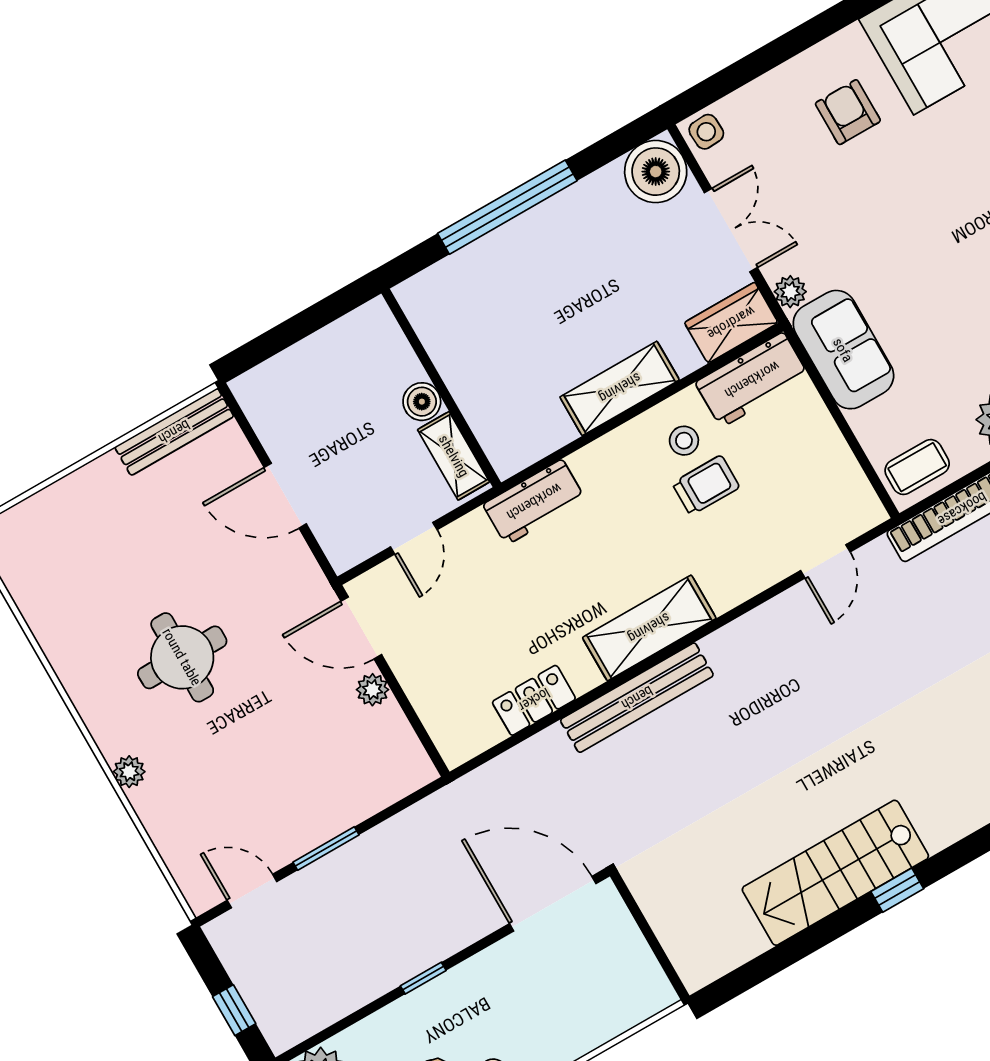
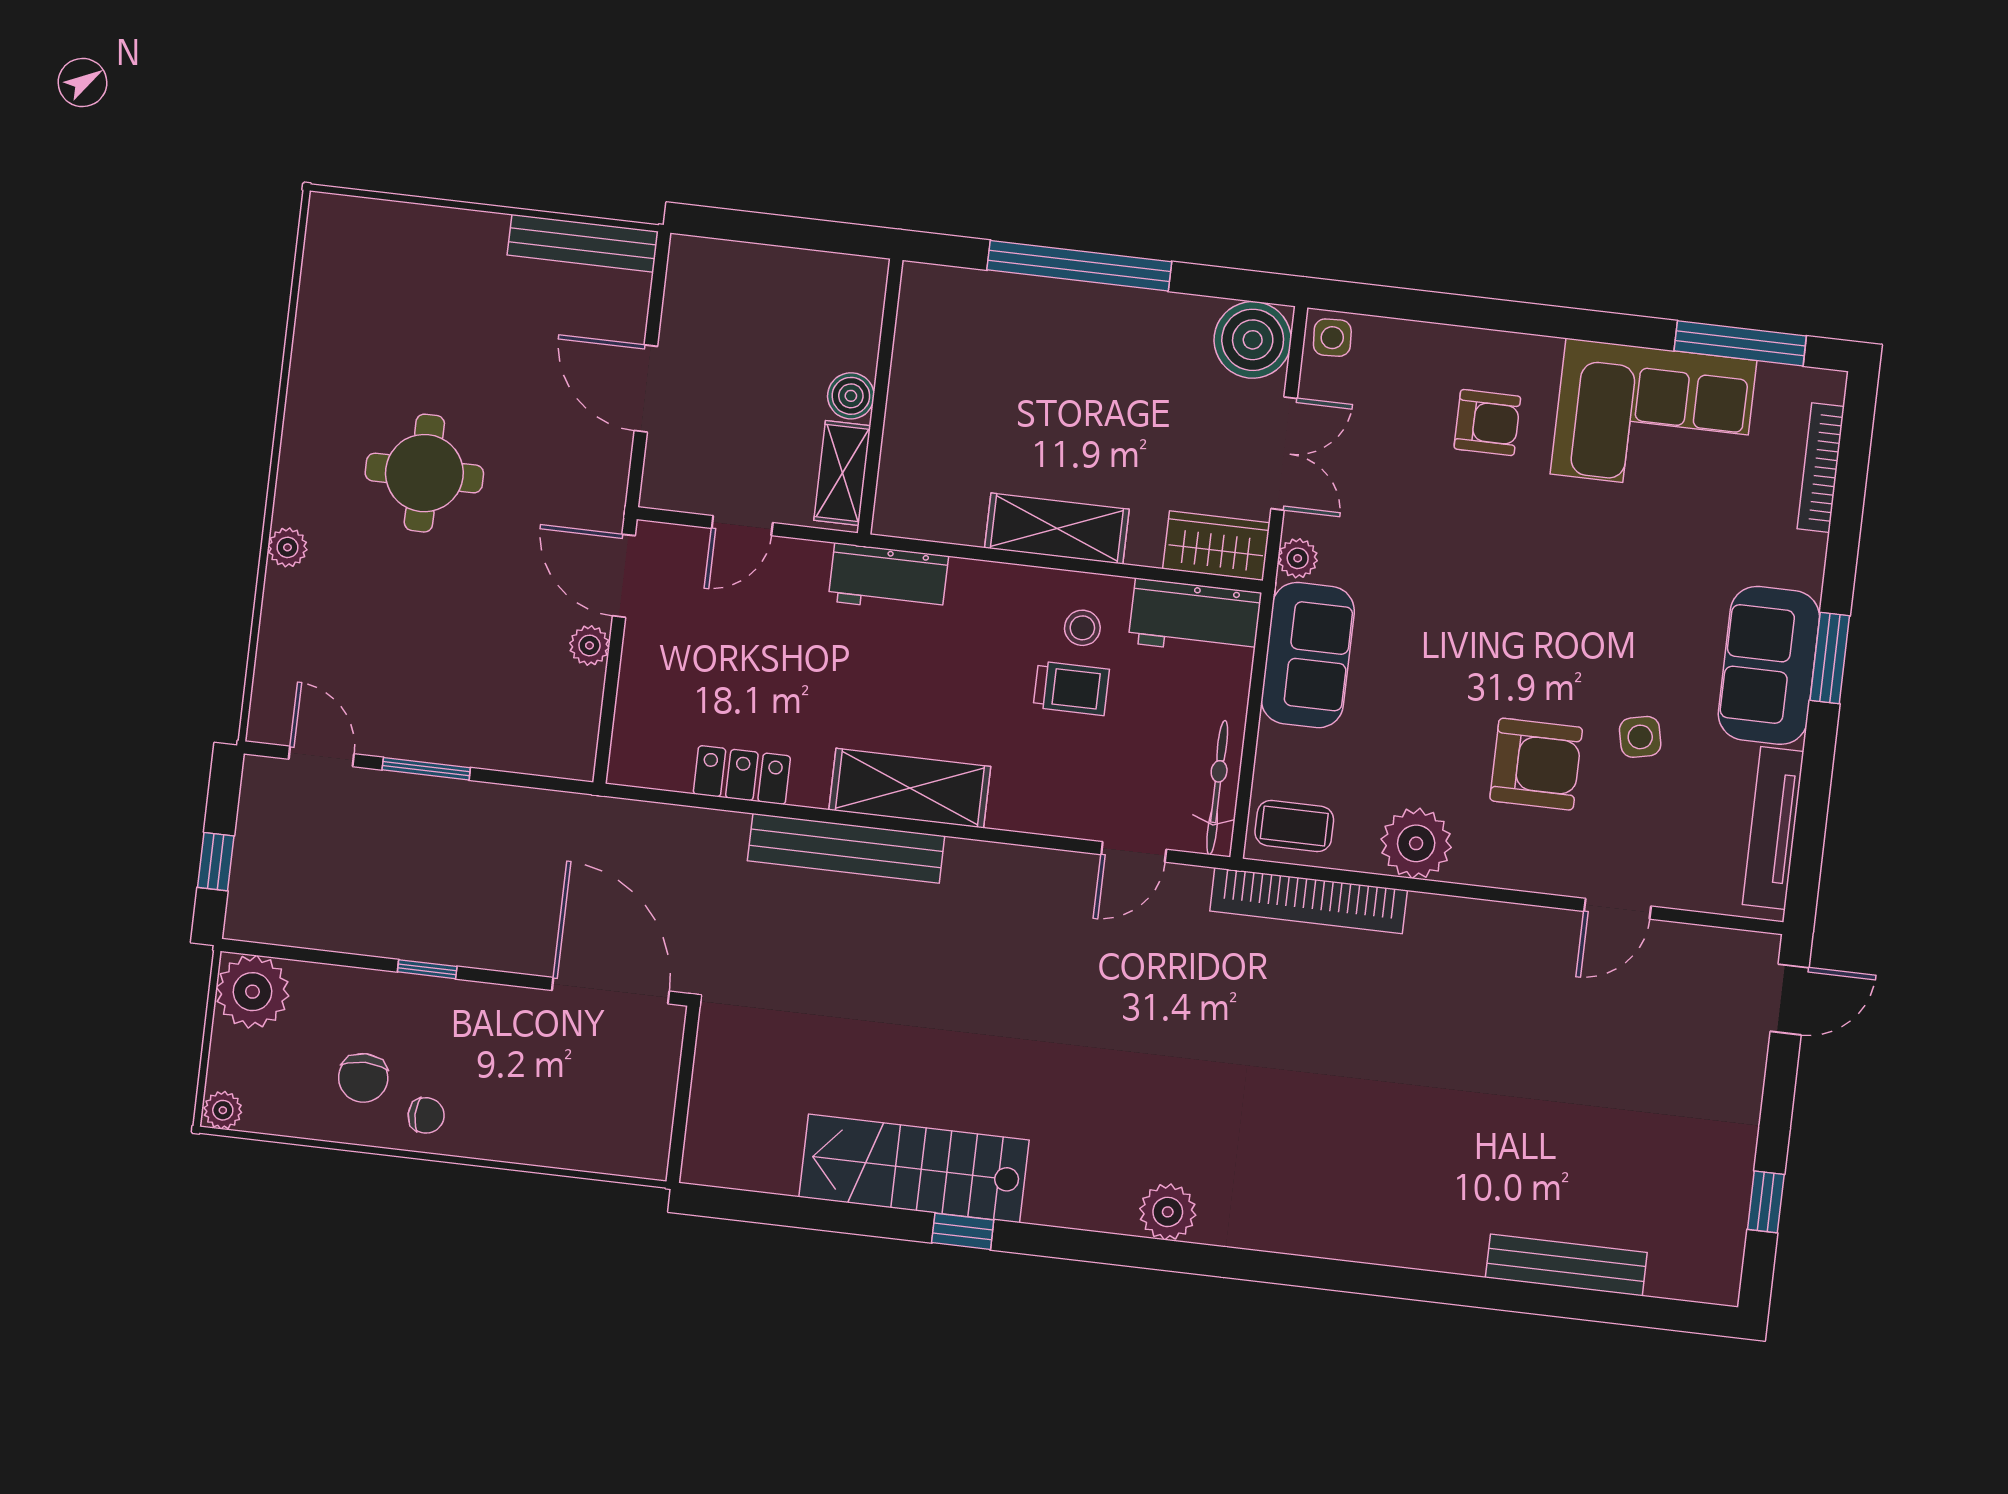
armchair: (848, 112) -> (1487, 423), turned 90
bicycle: (849, 479) -> (1217, 788), added

